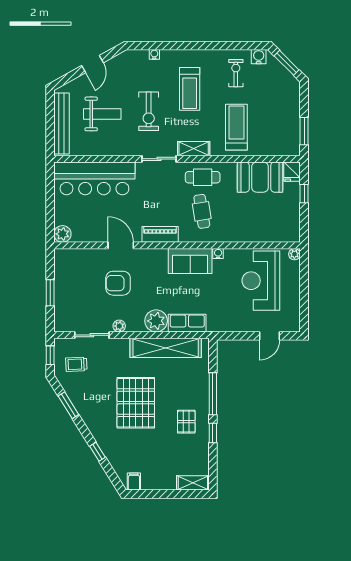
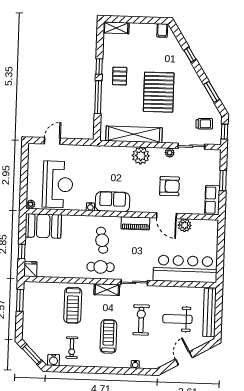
booth: (260, 177) -> (43, 226), moved
plant: (62, 234) -> (185, 225), moved
row of seats: (187, 323) -> (212, 200), moved, turned 90

